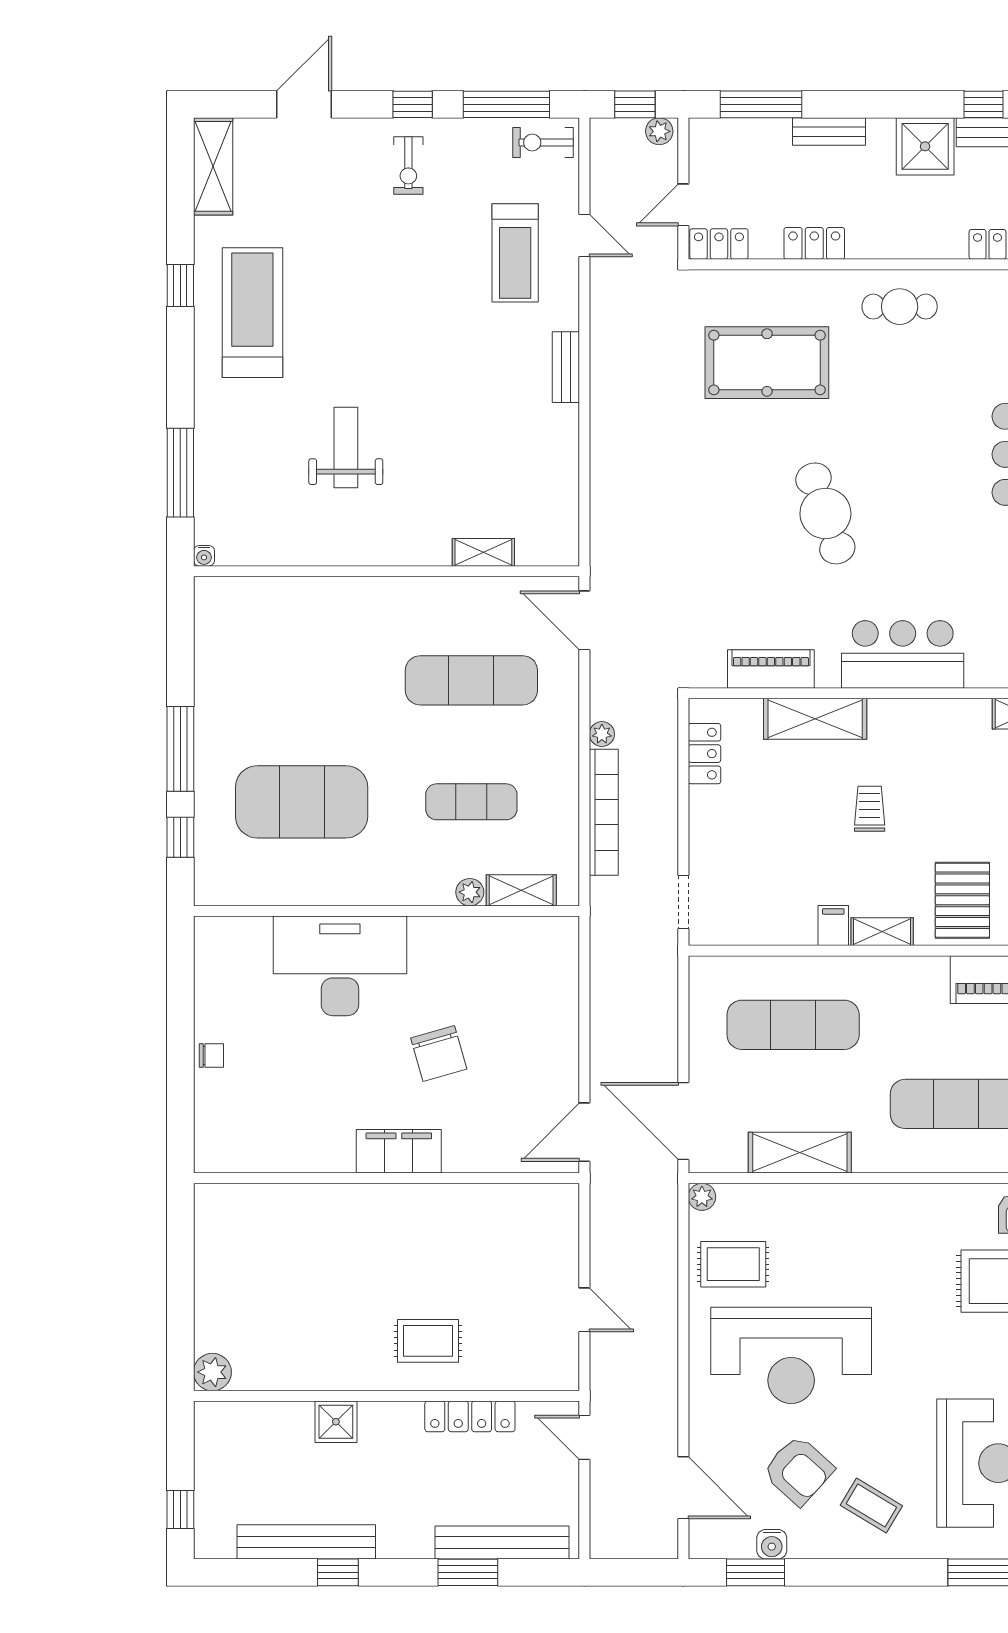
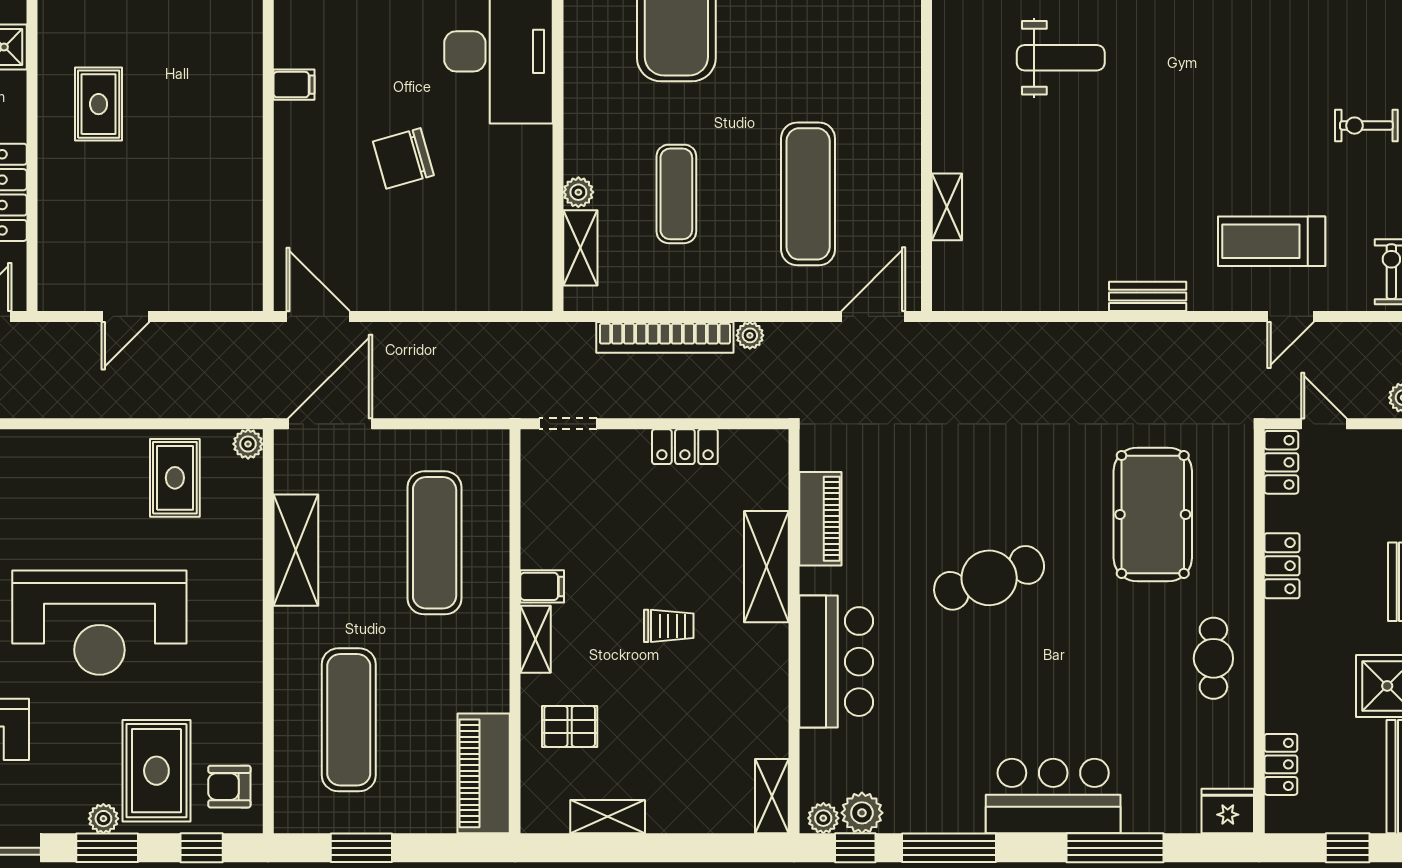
locker: (704, 754) -> (685, 447), moved
pallet: (962, 900) -> (570, 726), width x0.67, depth x0.71
filing cabinet: (399, 1151) -> (294, 85), width x0.33, depth x0.86
rug: (428, 1341) -> (99, 104), moved
reception desk: (791, 1355) -> (99, 623), moved, turned -90

